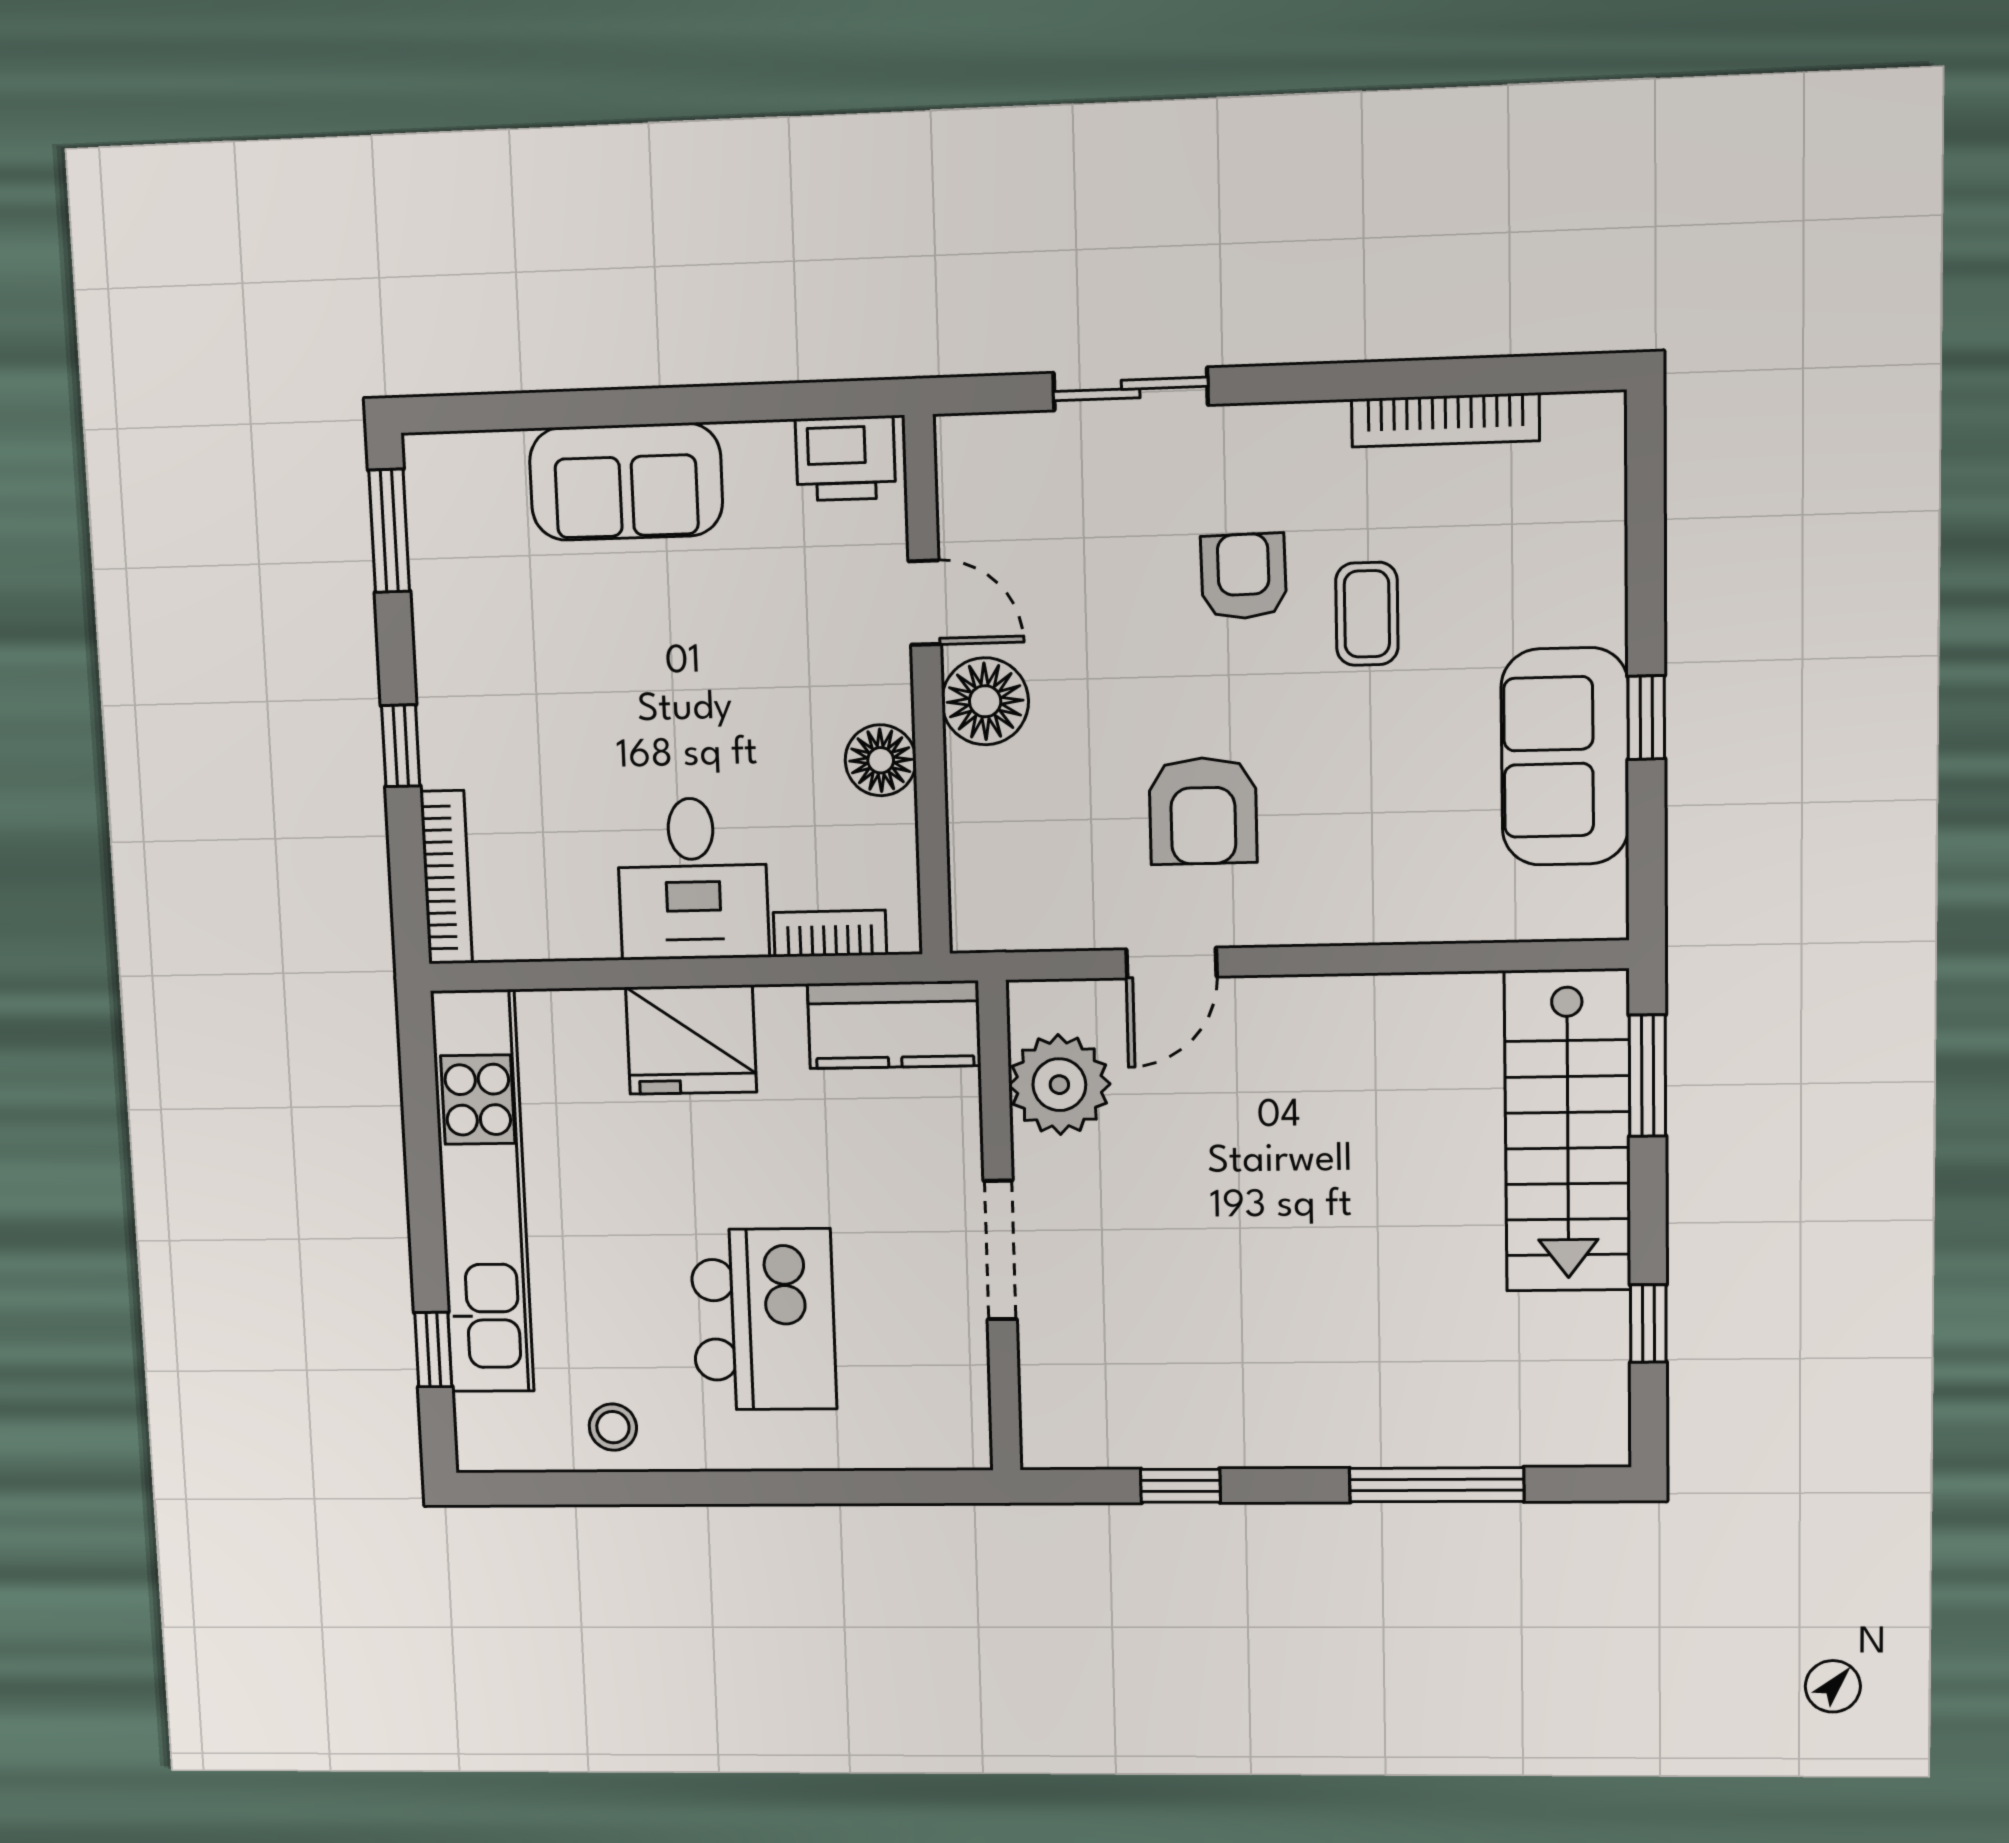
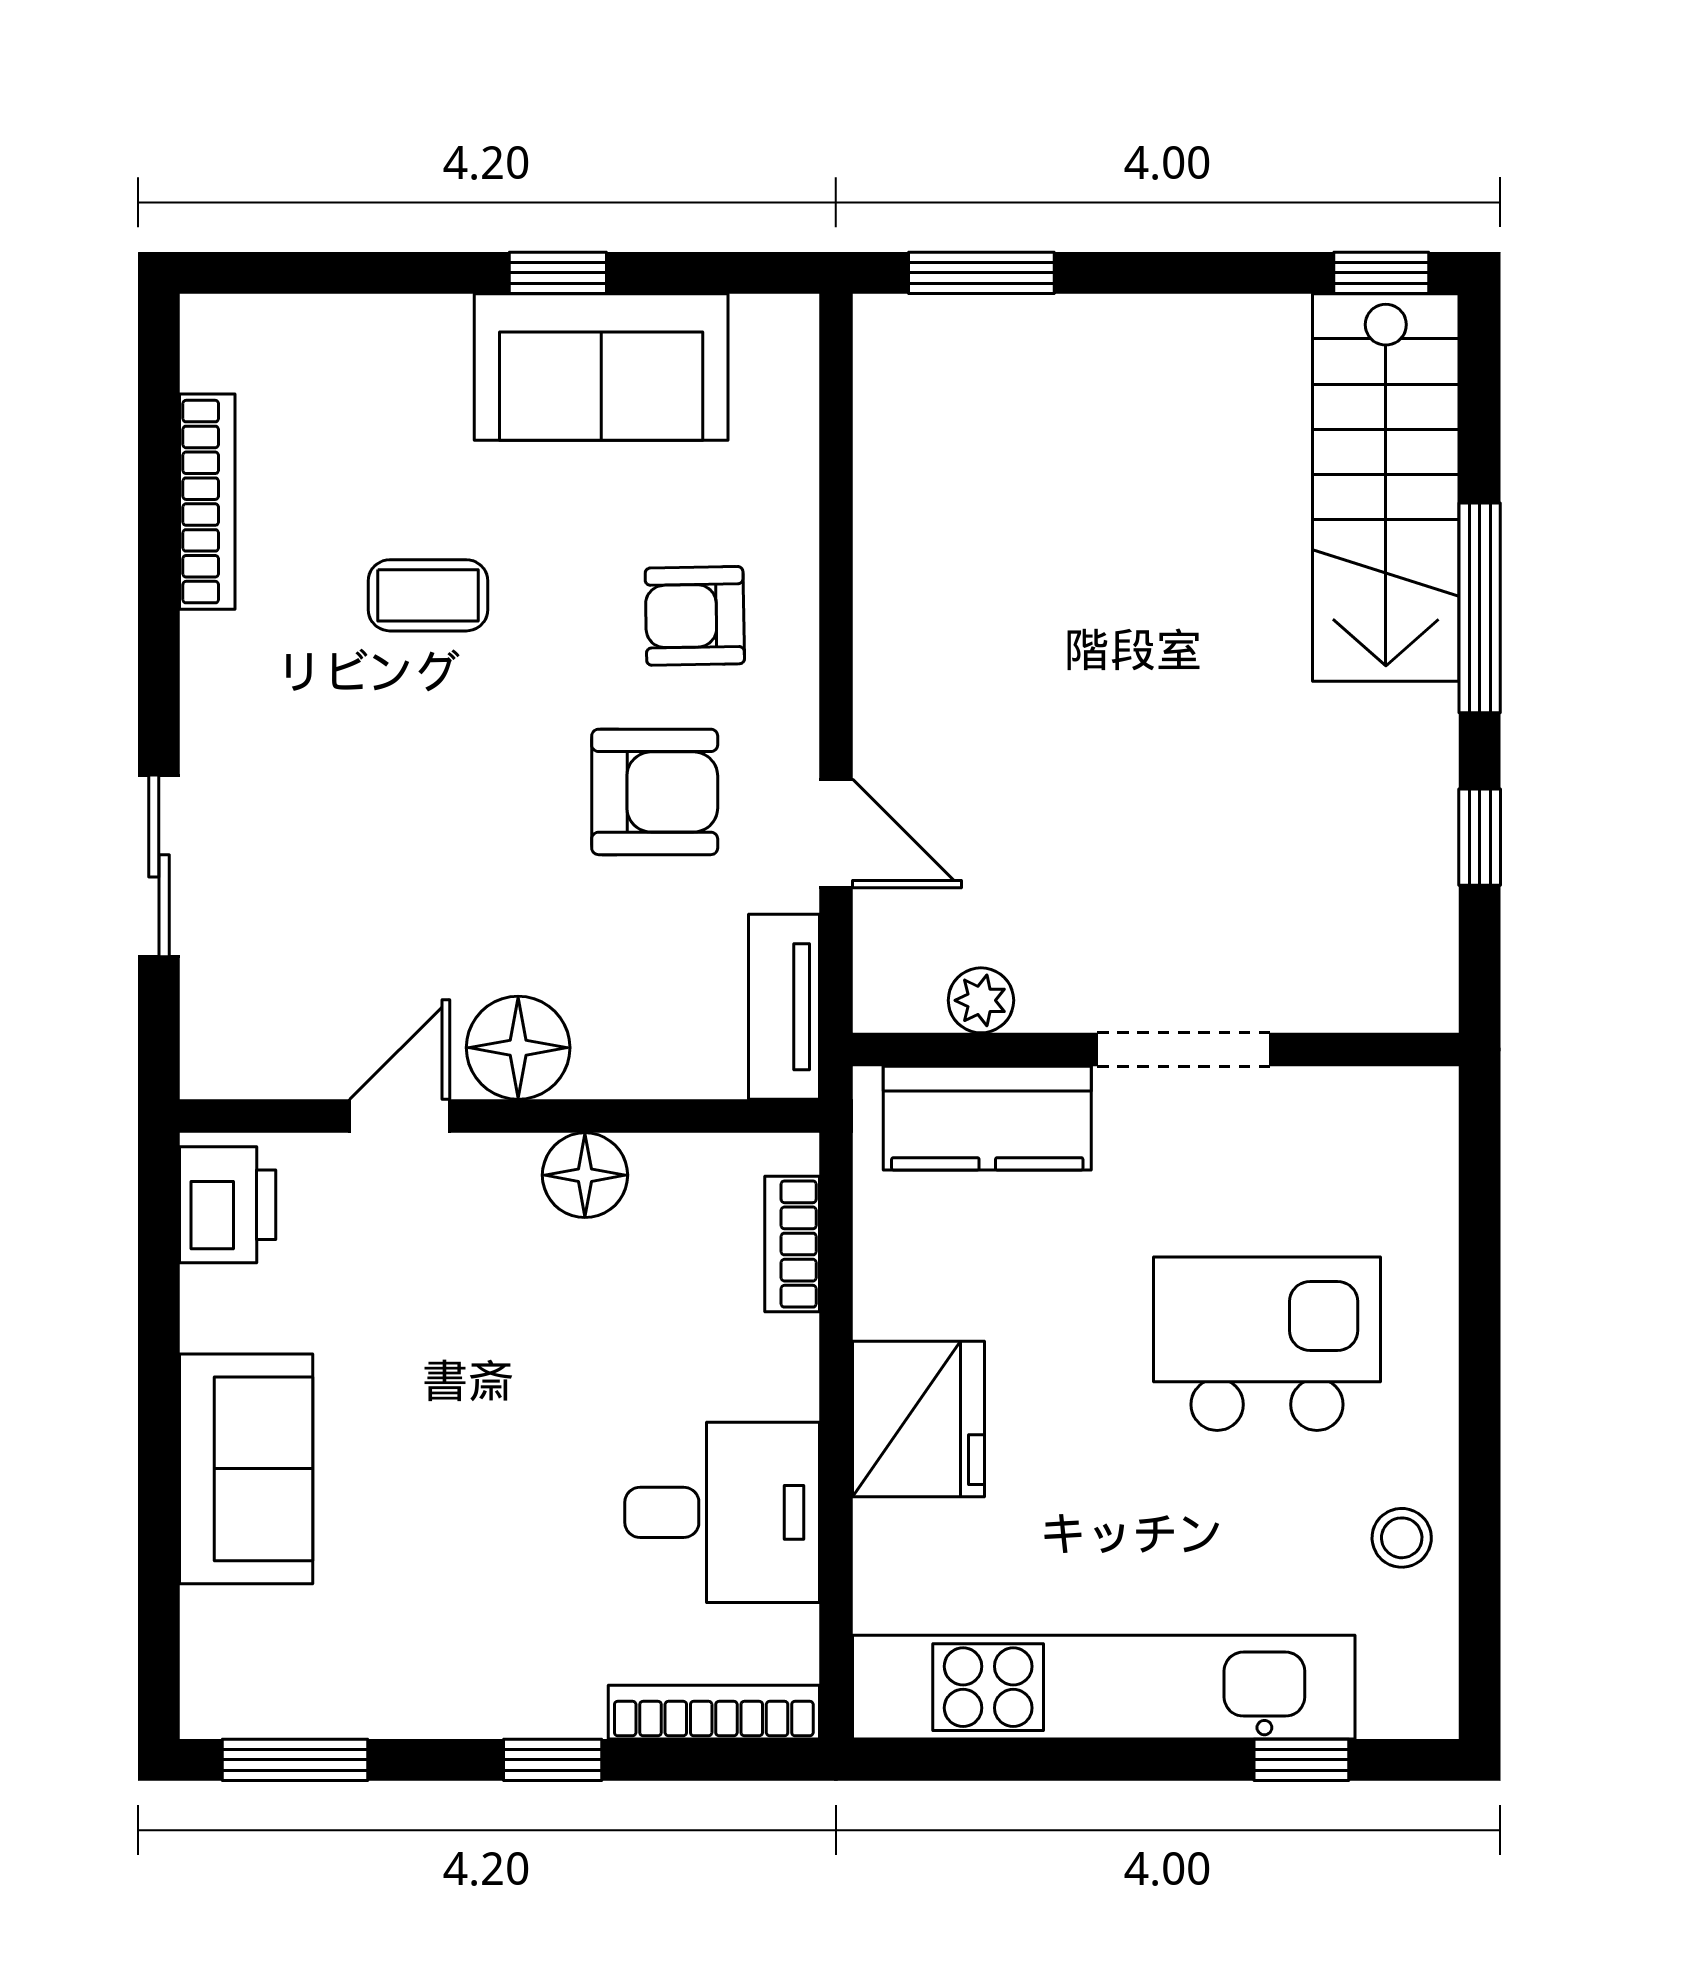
armchair: (1244, 576) -> (695, 616), moved
desk: (693, 879) -> (722, 1512), moved
tv unit: (1026, 923) -> (784, 1007), added
kitchen counter: (894, 1025) -> (987, 1118), moved, turned 90
plant: (1059, 1085) -> (981, 1000), width x0.53, depth x0.53
stairs: (1568, 1131) -> (1386, 488), moved, turned 90
window: (1648, 1324) -> (1381, 273), moved
window: (1437, 1485) -> (1480, 608), moved

